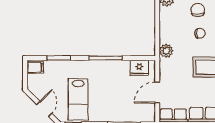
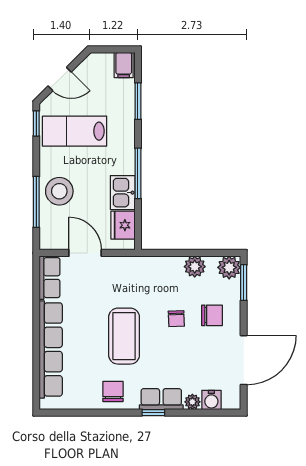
plant: (166, 51) -> (195, 267), moved
kitchen sink: (118, 68) -> (123, 193), added
stool: (117, 109) -> (59, 191), added

